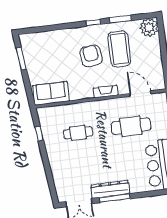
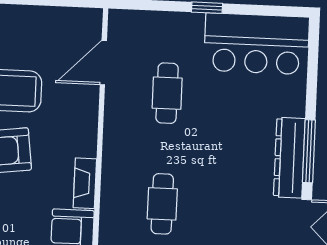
fireplace: (106, 92) -> (85, 183), moved
cafe table: (131, 126) -> (167, 93), width x0.73, depth x0.74

